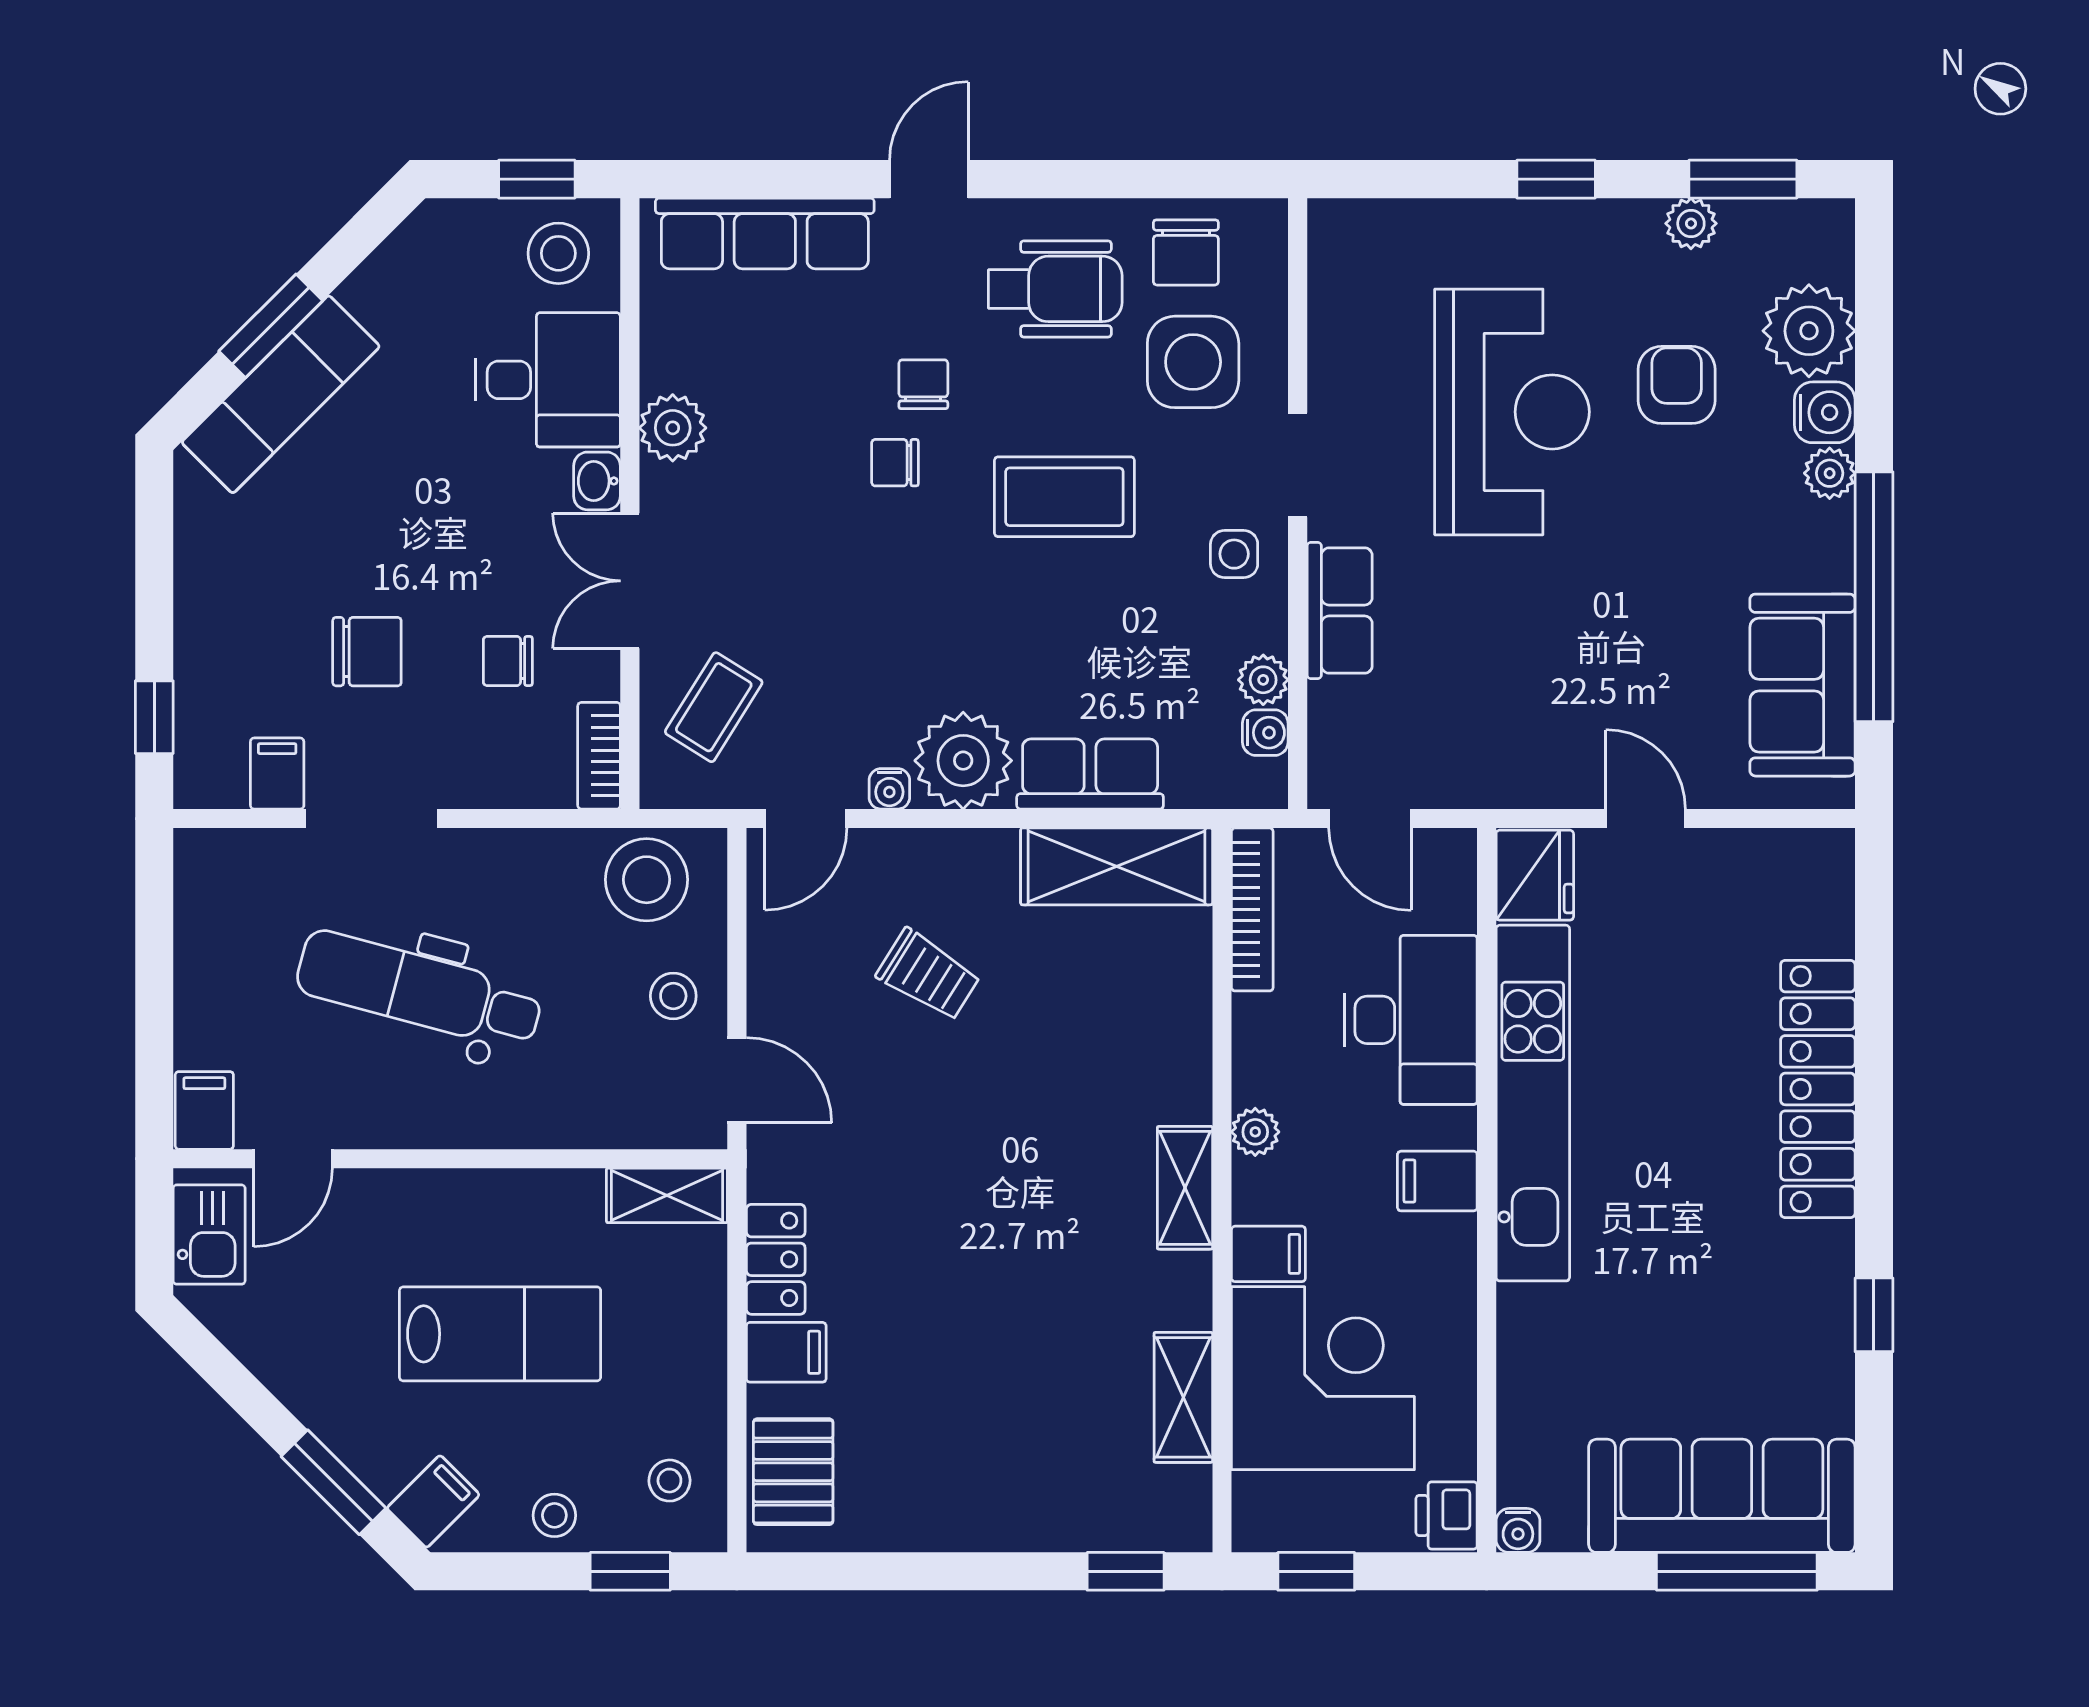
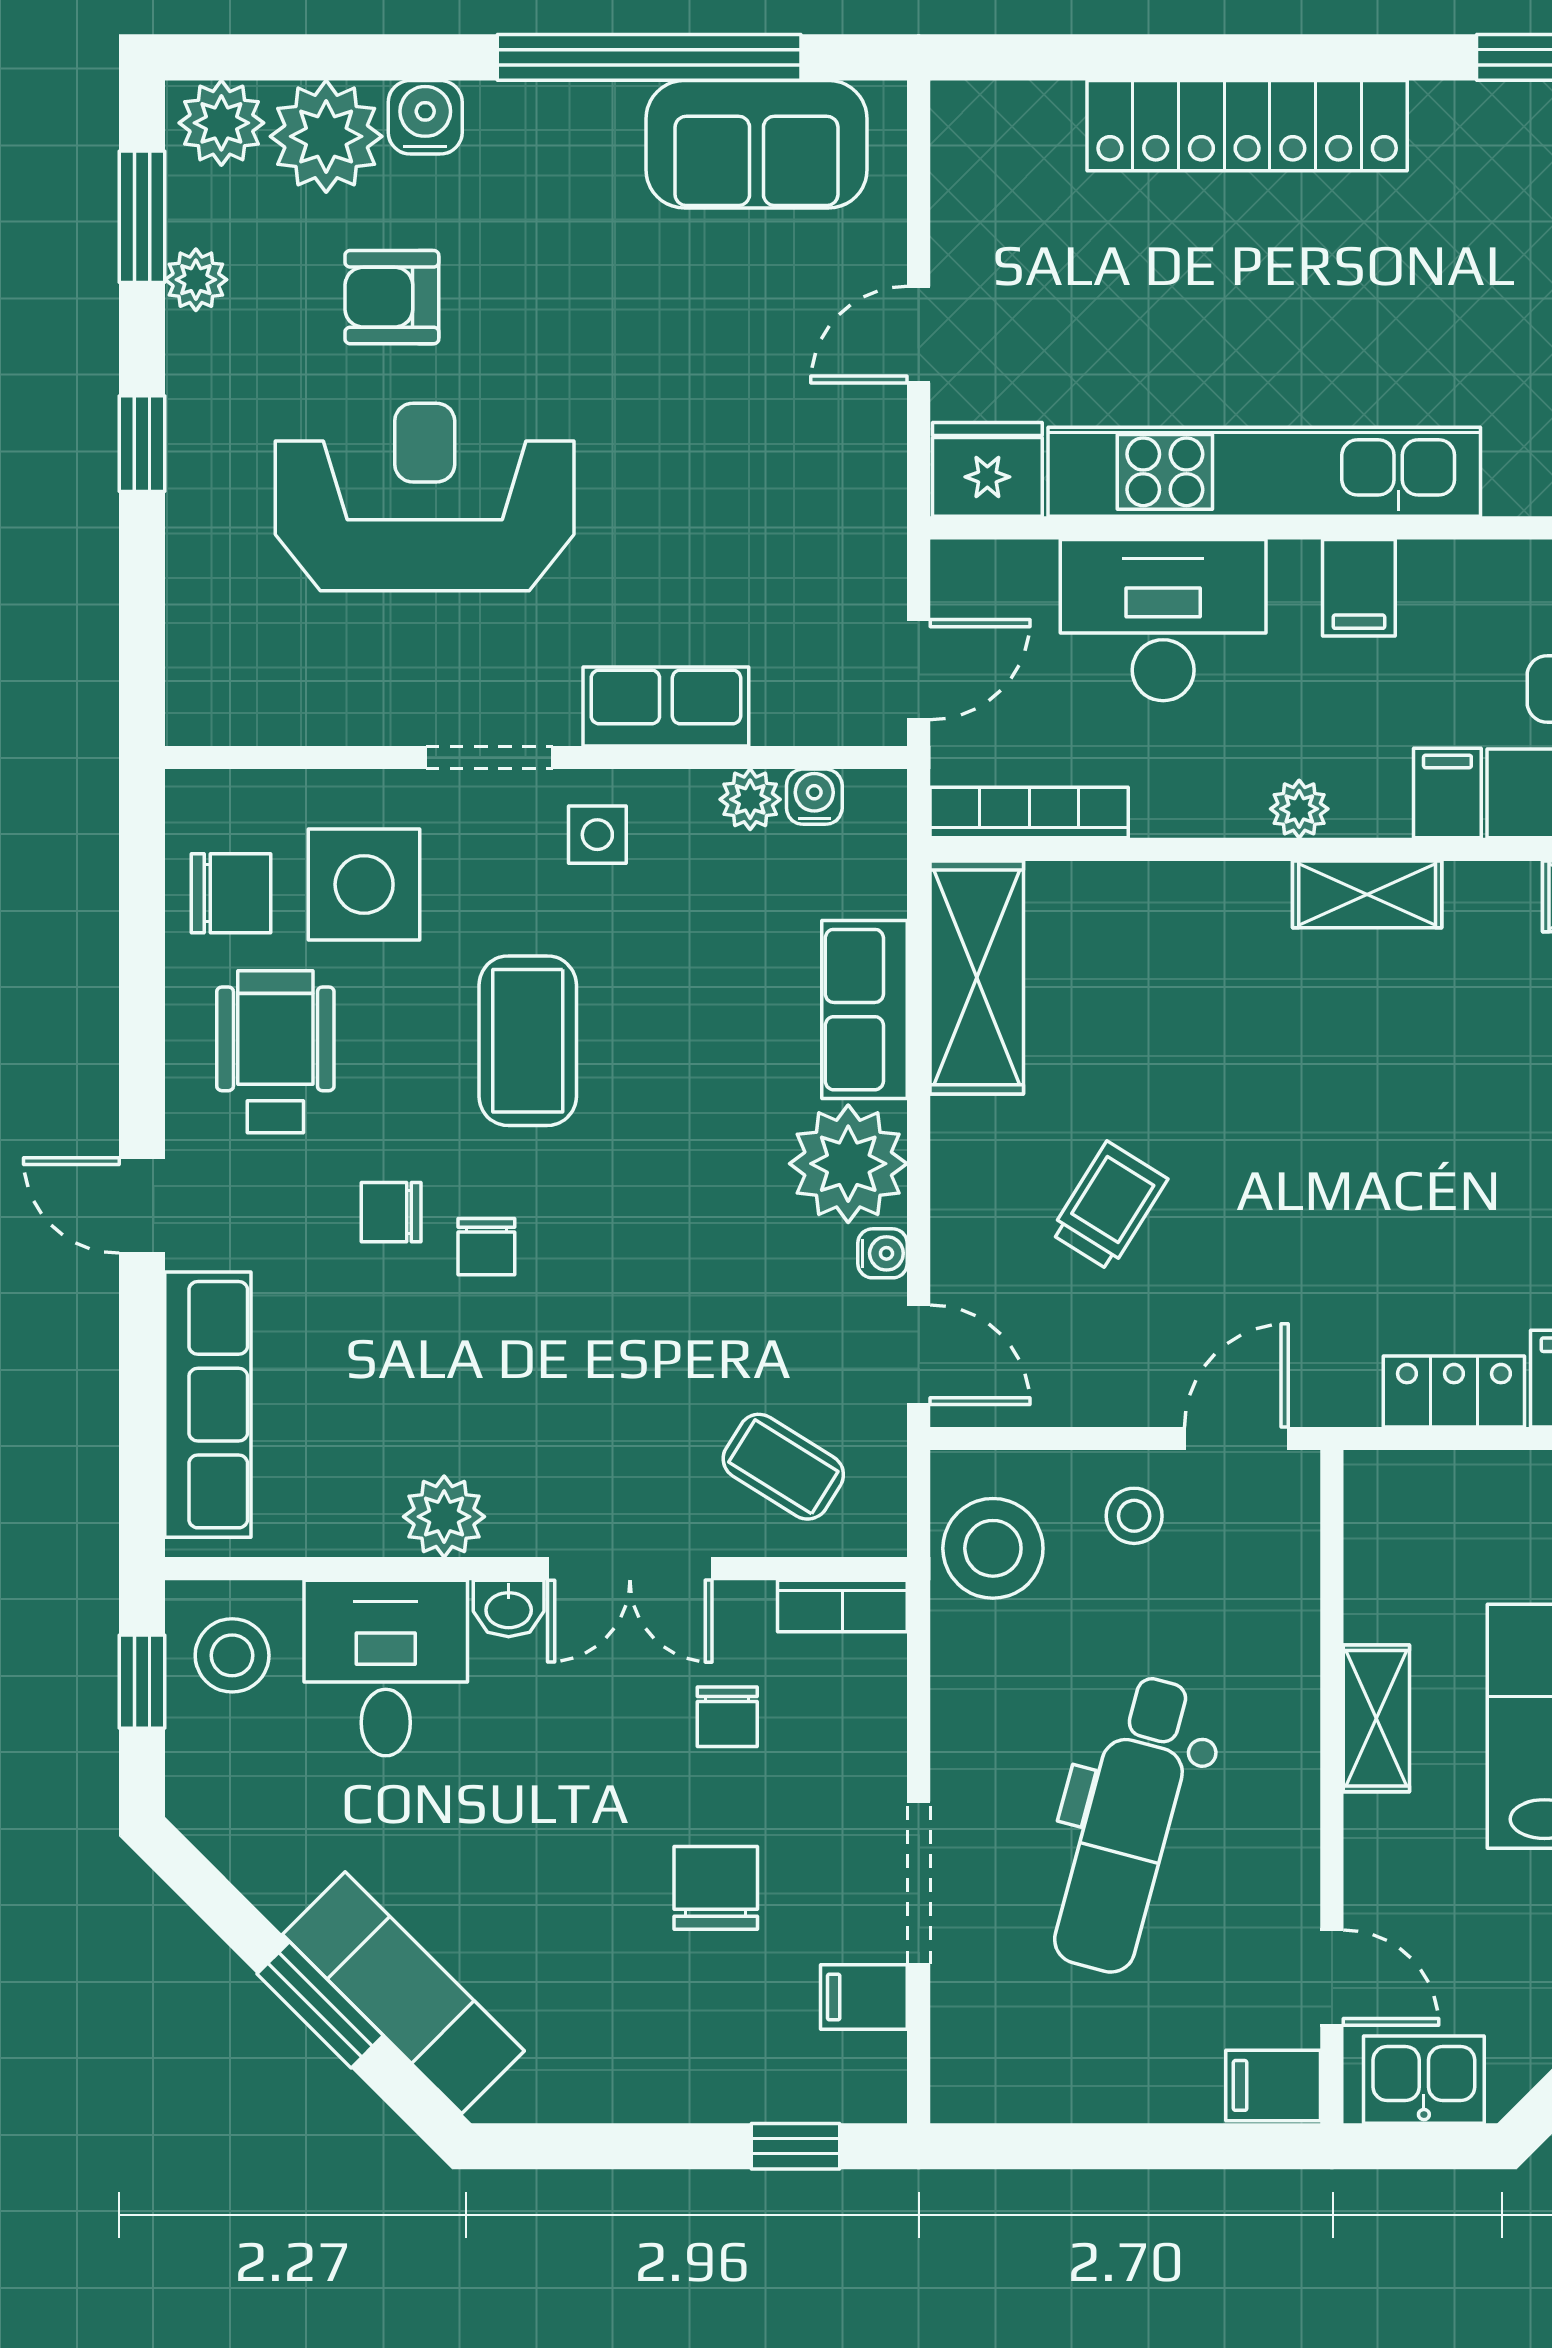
plant: (1830, 473) -> (221, 123), moved, width x1.38, depth x1.38
shelving: (667, 1195) -> (1376, 1718), moved

